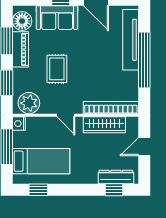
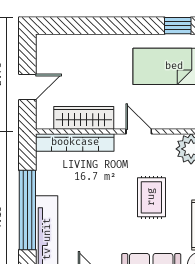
dresser: (116, 177) -> (68, 44), removed
window: (114, 190) -> (70, 26), removed

